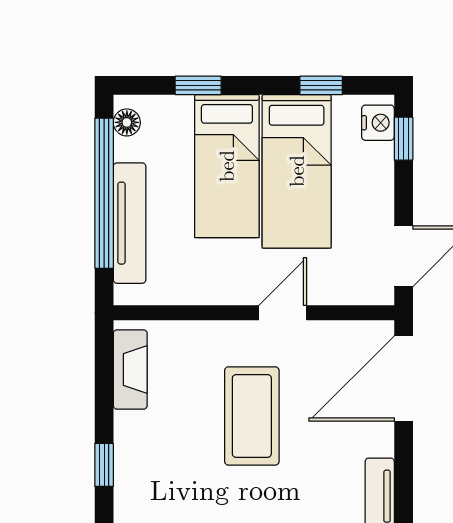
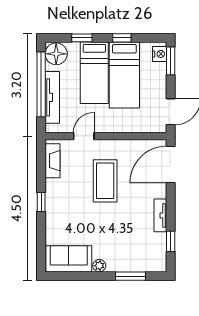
window: (321, 85) -> (122, 38), moved
floor lamp: (127, 122) -> (56, 54), width x1.89, depth x1.89
window: (404, 139) -> (171, 61), width x1.50
door: (283, 313) -> (84, 136), moved

